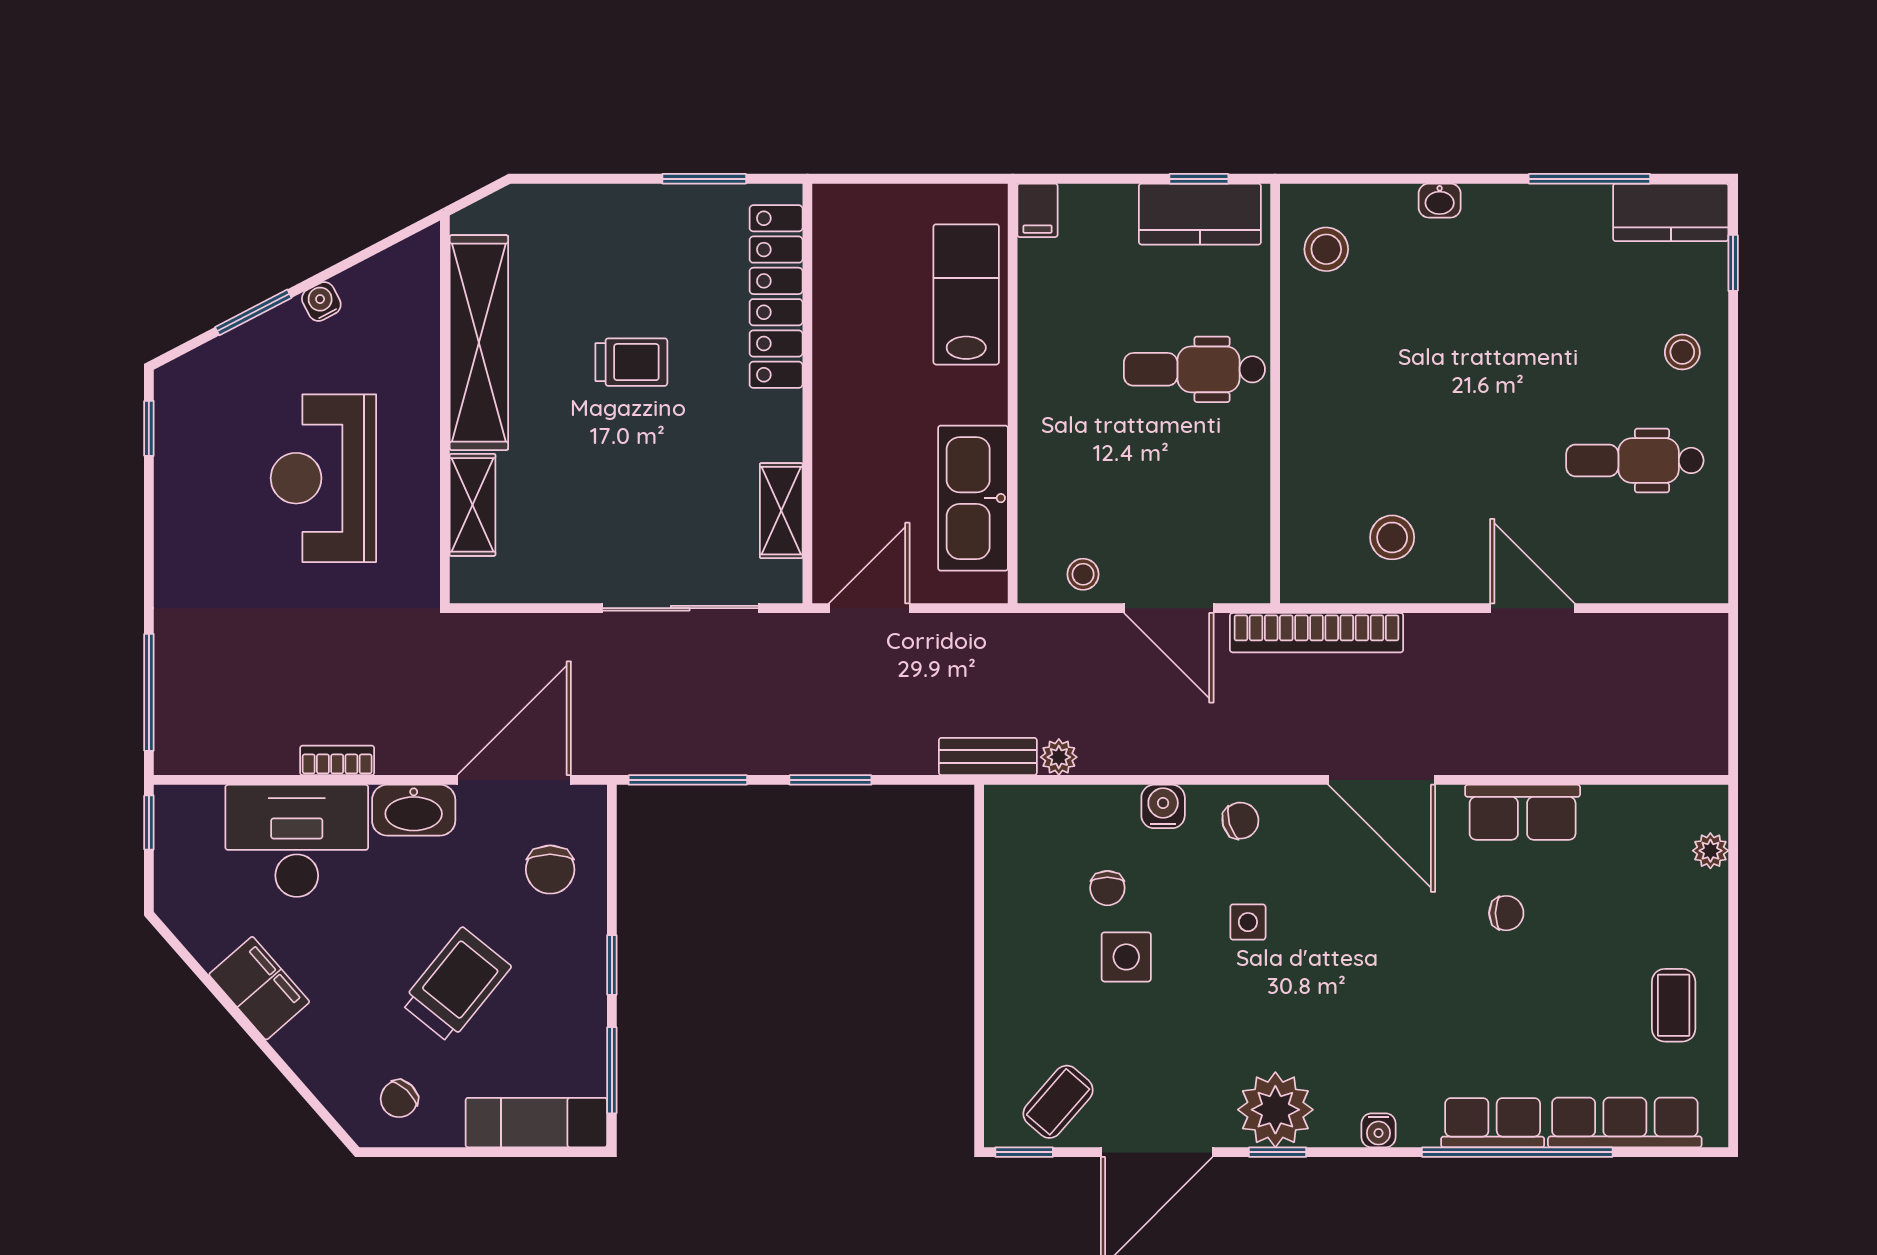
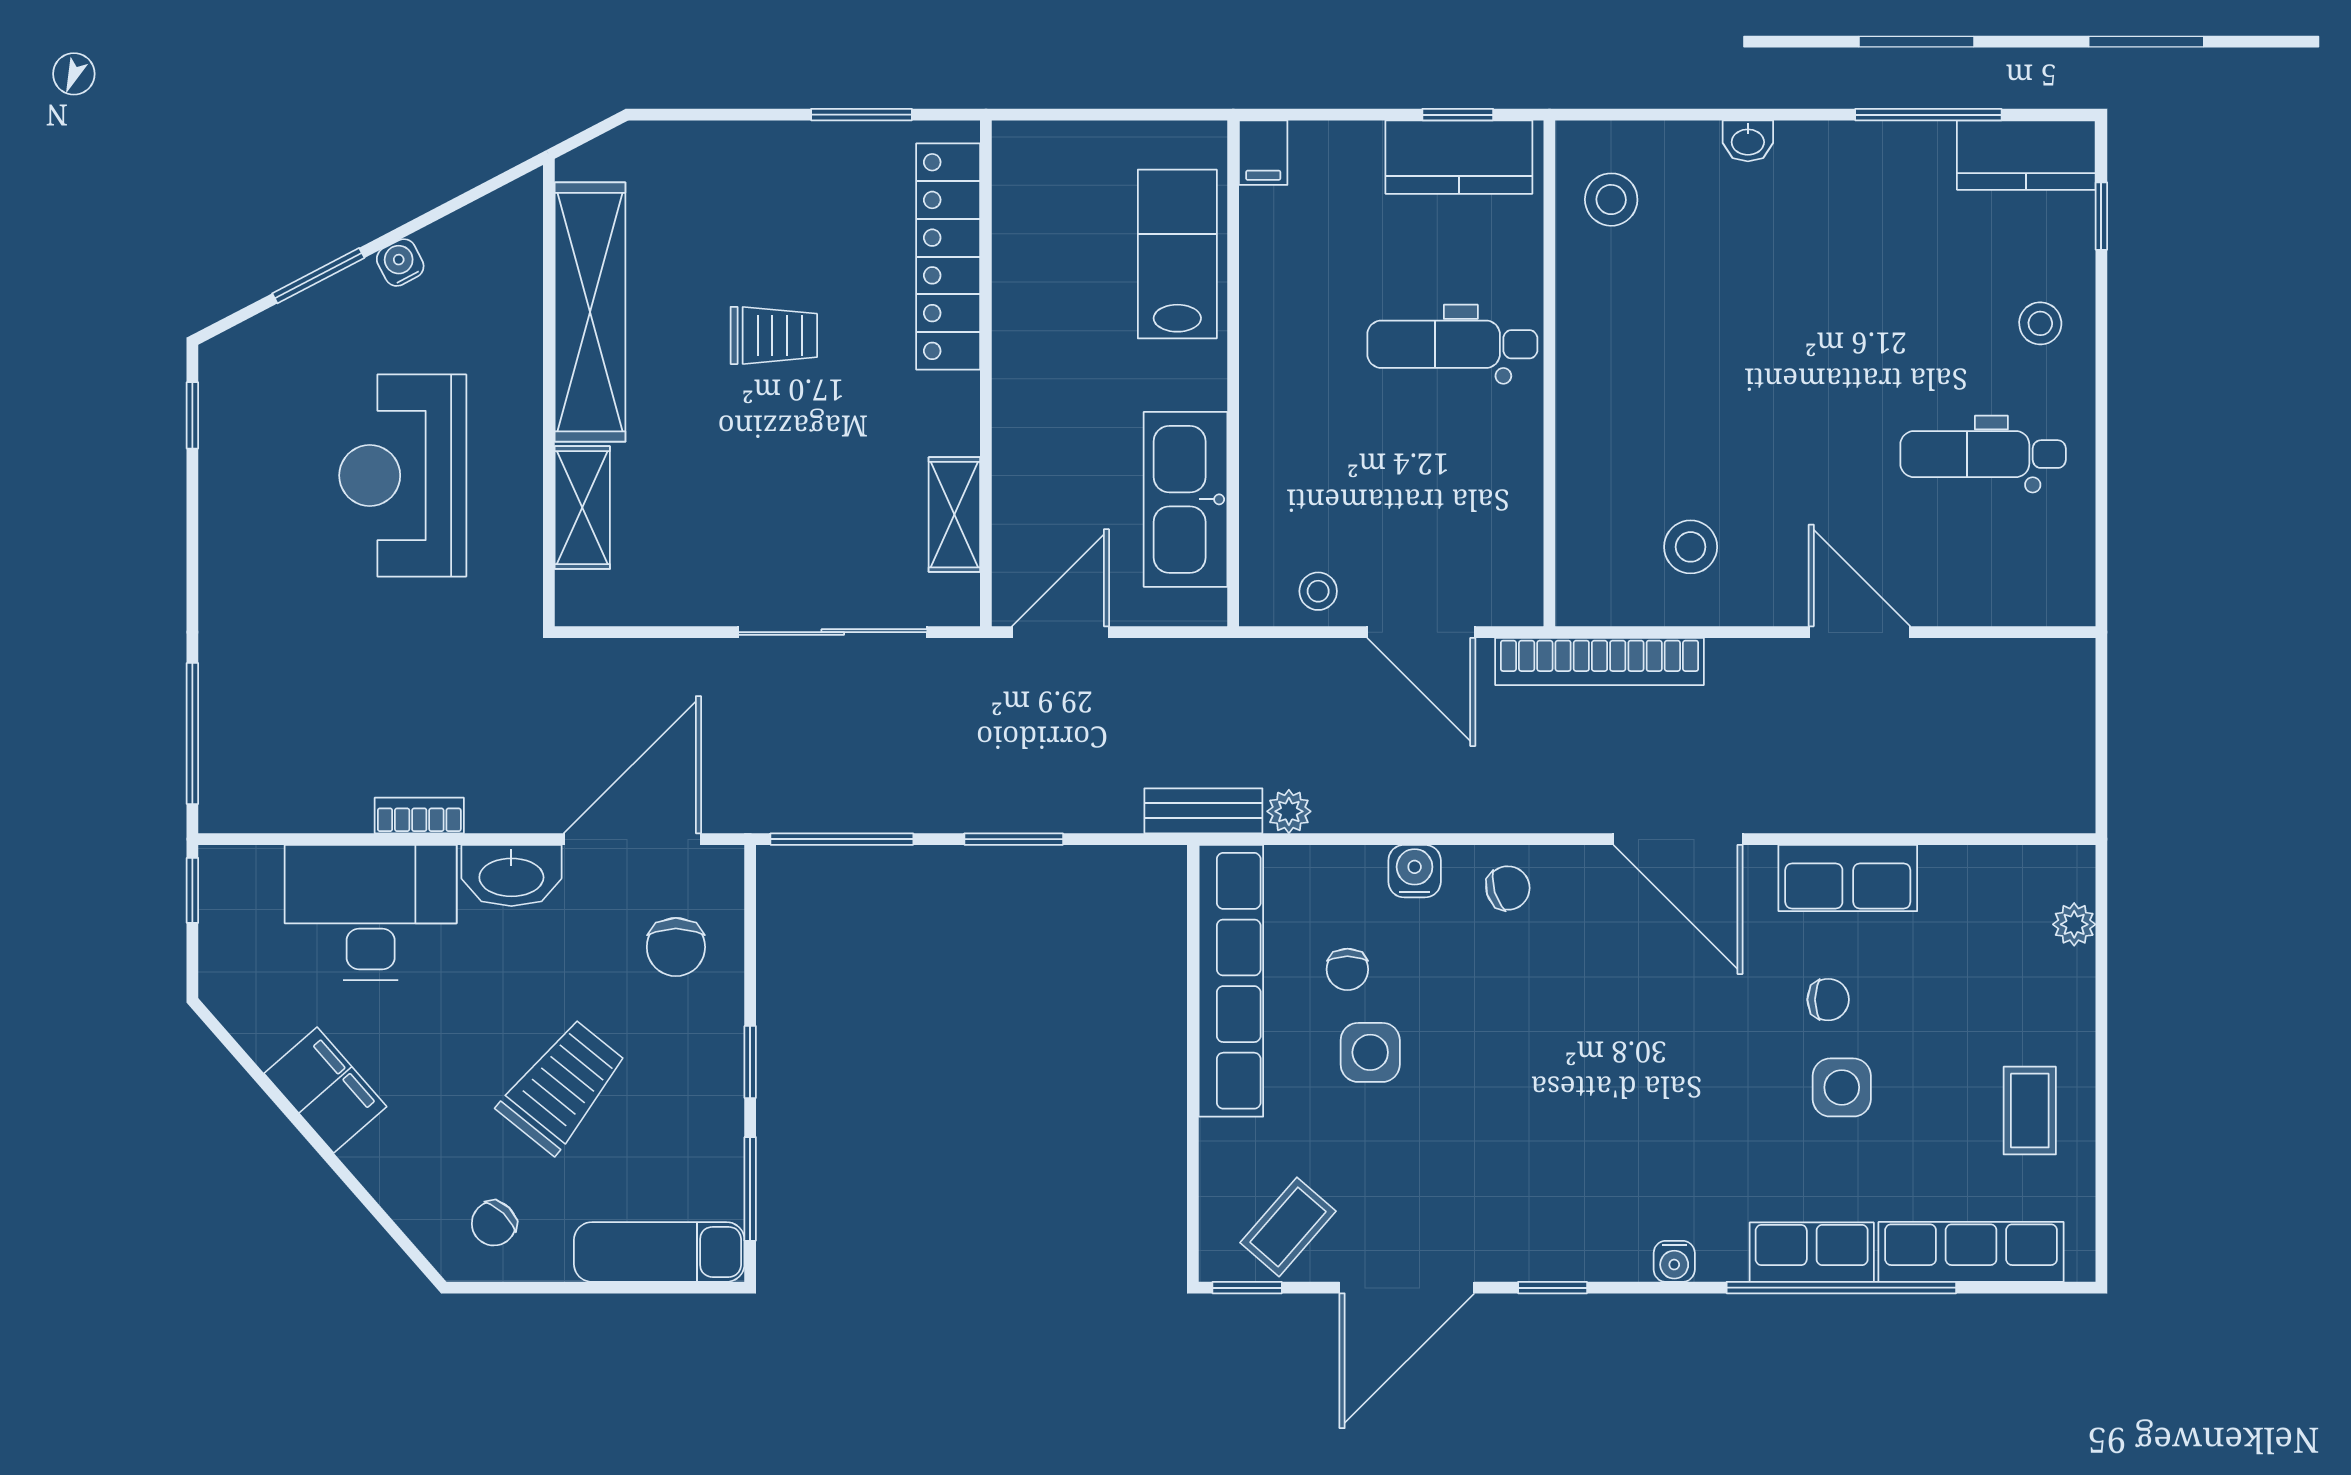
row of seats: (1011, 898) -> (1231, 981), added
side table: (1248, 922) -> (1842, 1087), moved, width x1.37, depth x1.37
plant: (1275, 1110) -> (1550, 1236), removed

